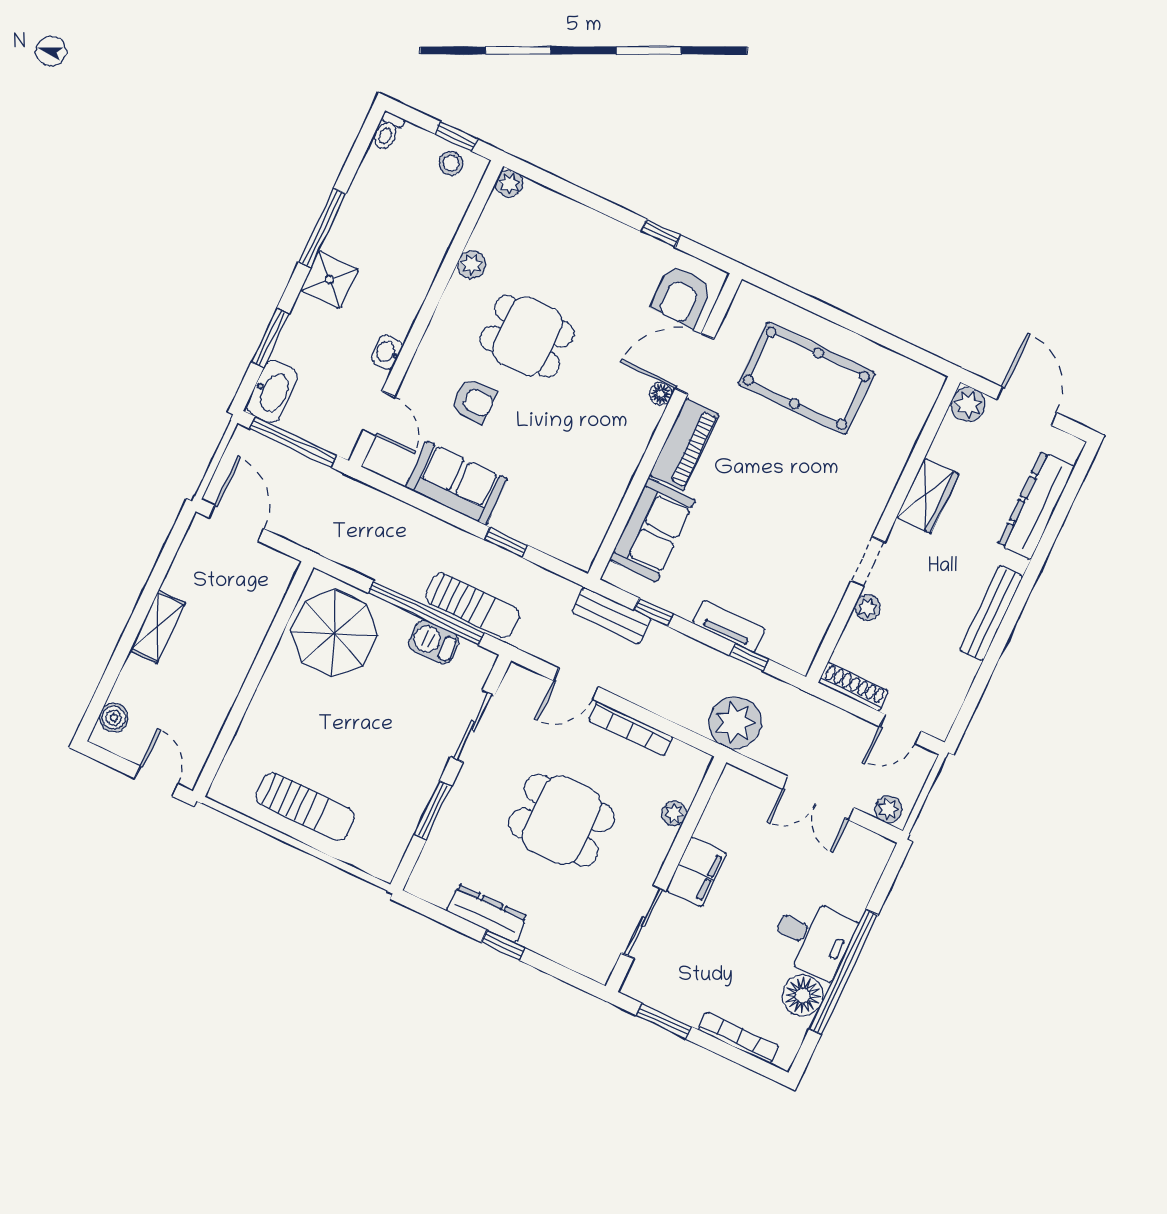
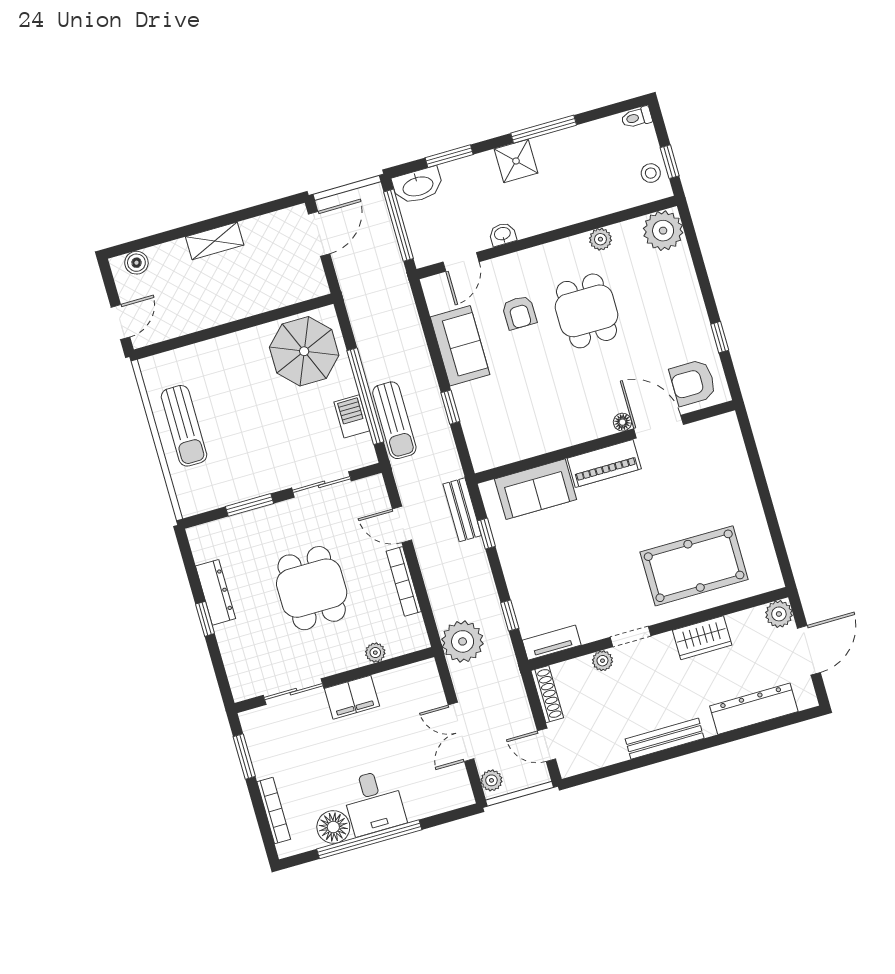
plant: (509, 184) -> (663, 231), width x1.87, depth x1.87
pool table: (806, 378) -> (694, 566), moved, turned 90
tv unit: (729, 626) -> (552, 643), moved, turned -90

